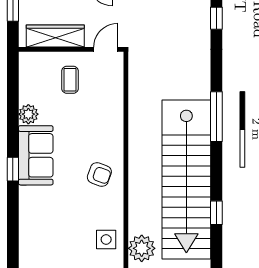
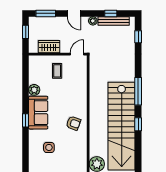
wardrobe: (55, 36) -> (49, 47), width x0.67
window: (216, 213) -> (138, 124), moved
side table: (106, 239) -> (49, 147), moved

